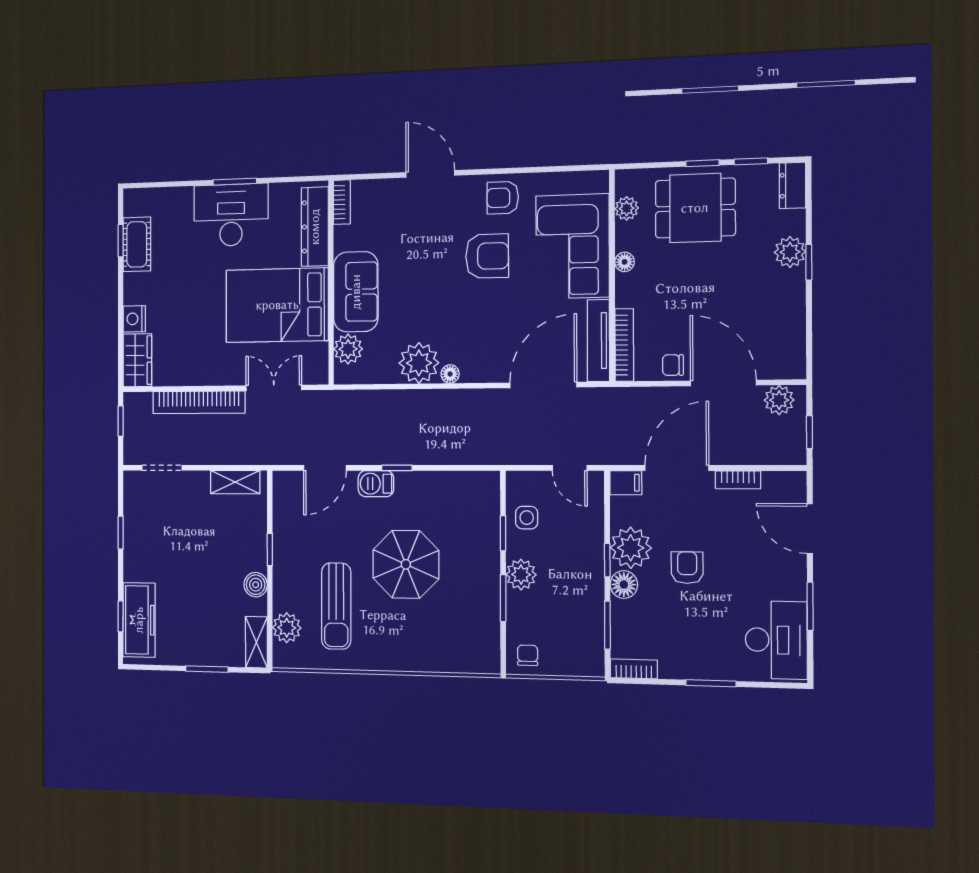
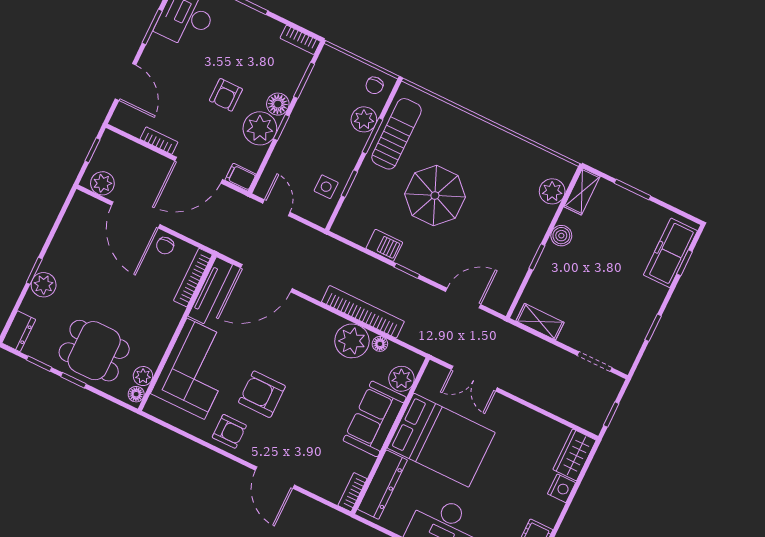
floor lamp: (625, 262) -> (136, 394), moved
chair: (673, 365) -> (165, 246), turned 90
floor lamp: (450, 374) -> (380, 344), moved
bookcase: (199, 402) -> (363, 312), moved
barbecue: (376, 484) -> (384, 245), moved
plant: (521, 575) -> (364, 119), moved
sun lounger: (336, 606) -> (396, 134), moved

